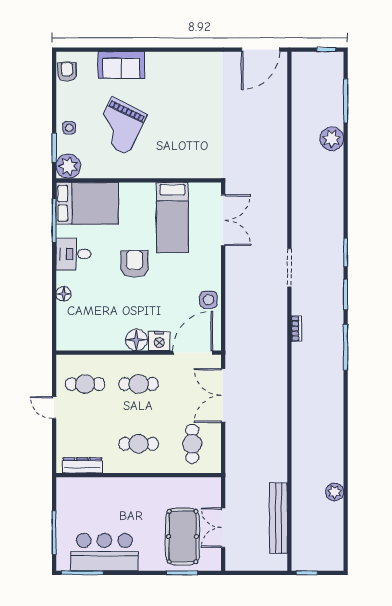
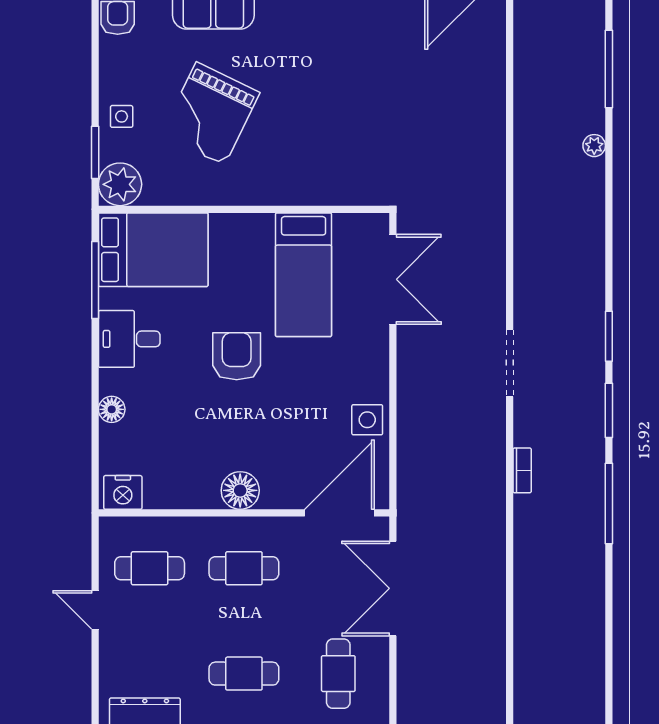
plant: (332, 139) -> (594, 146), width x0.53, depth x0.53
nightstand: (159, 341) -> (123, 492), moved

